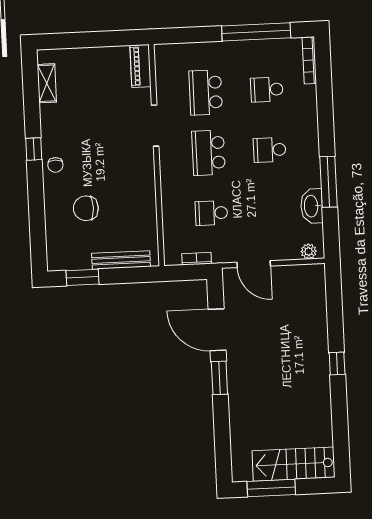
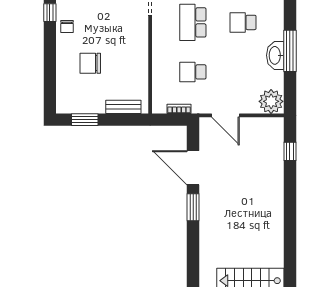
washbasin: (312, 206) -> (275, 55), moved
plant: (309, 251) -> (271, 101), width x1.88, depth x1.88
bench: (121, 260) -> (123, 107), width x0.73
window: (337, 364) -> (290, 151), moved

